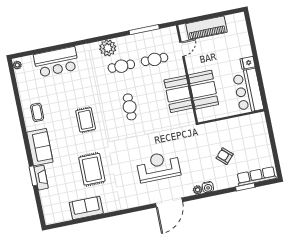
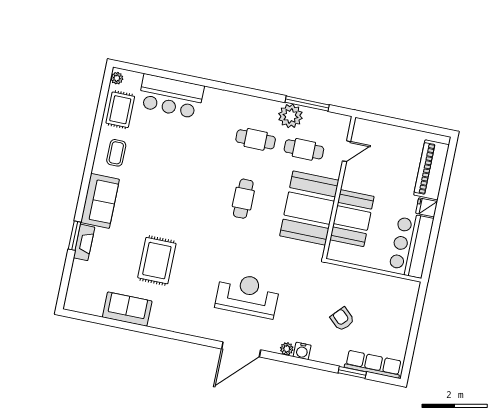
piano: (206, 28) -> (432, 170), moved, turned 90
plant: (108, 48) -> (290, 116), moved
booth: (178, 94) -> (309, 208), width x1.36, depth x1.42
rug: (86, 120) -> (120, 110), moved

